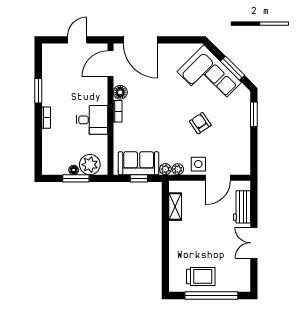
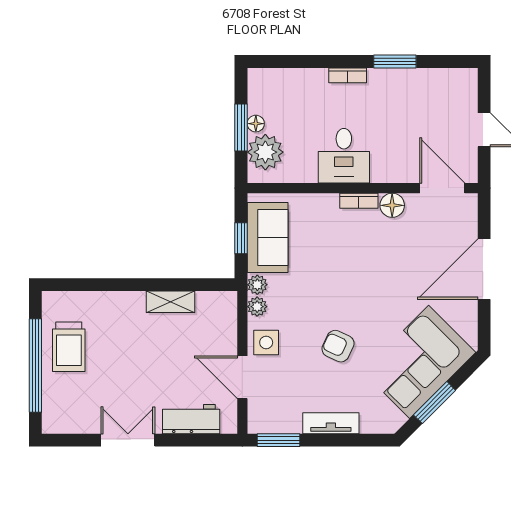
door: (140, 40) -> (484, 269), moved
window: (254, 114) -> (278, 440), moved
armchair: (200, 123) -> (338, 346), turned -121
tv unit: (244, 127) -> (331, 423), added
shelving: (175, 207) -> (170, 302), moved

